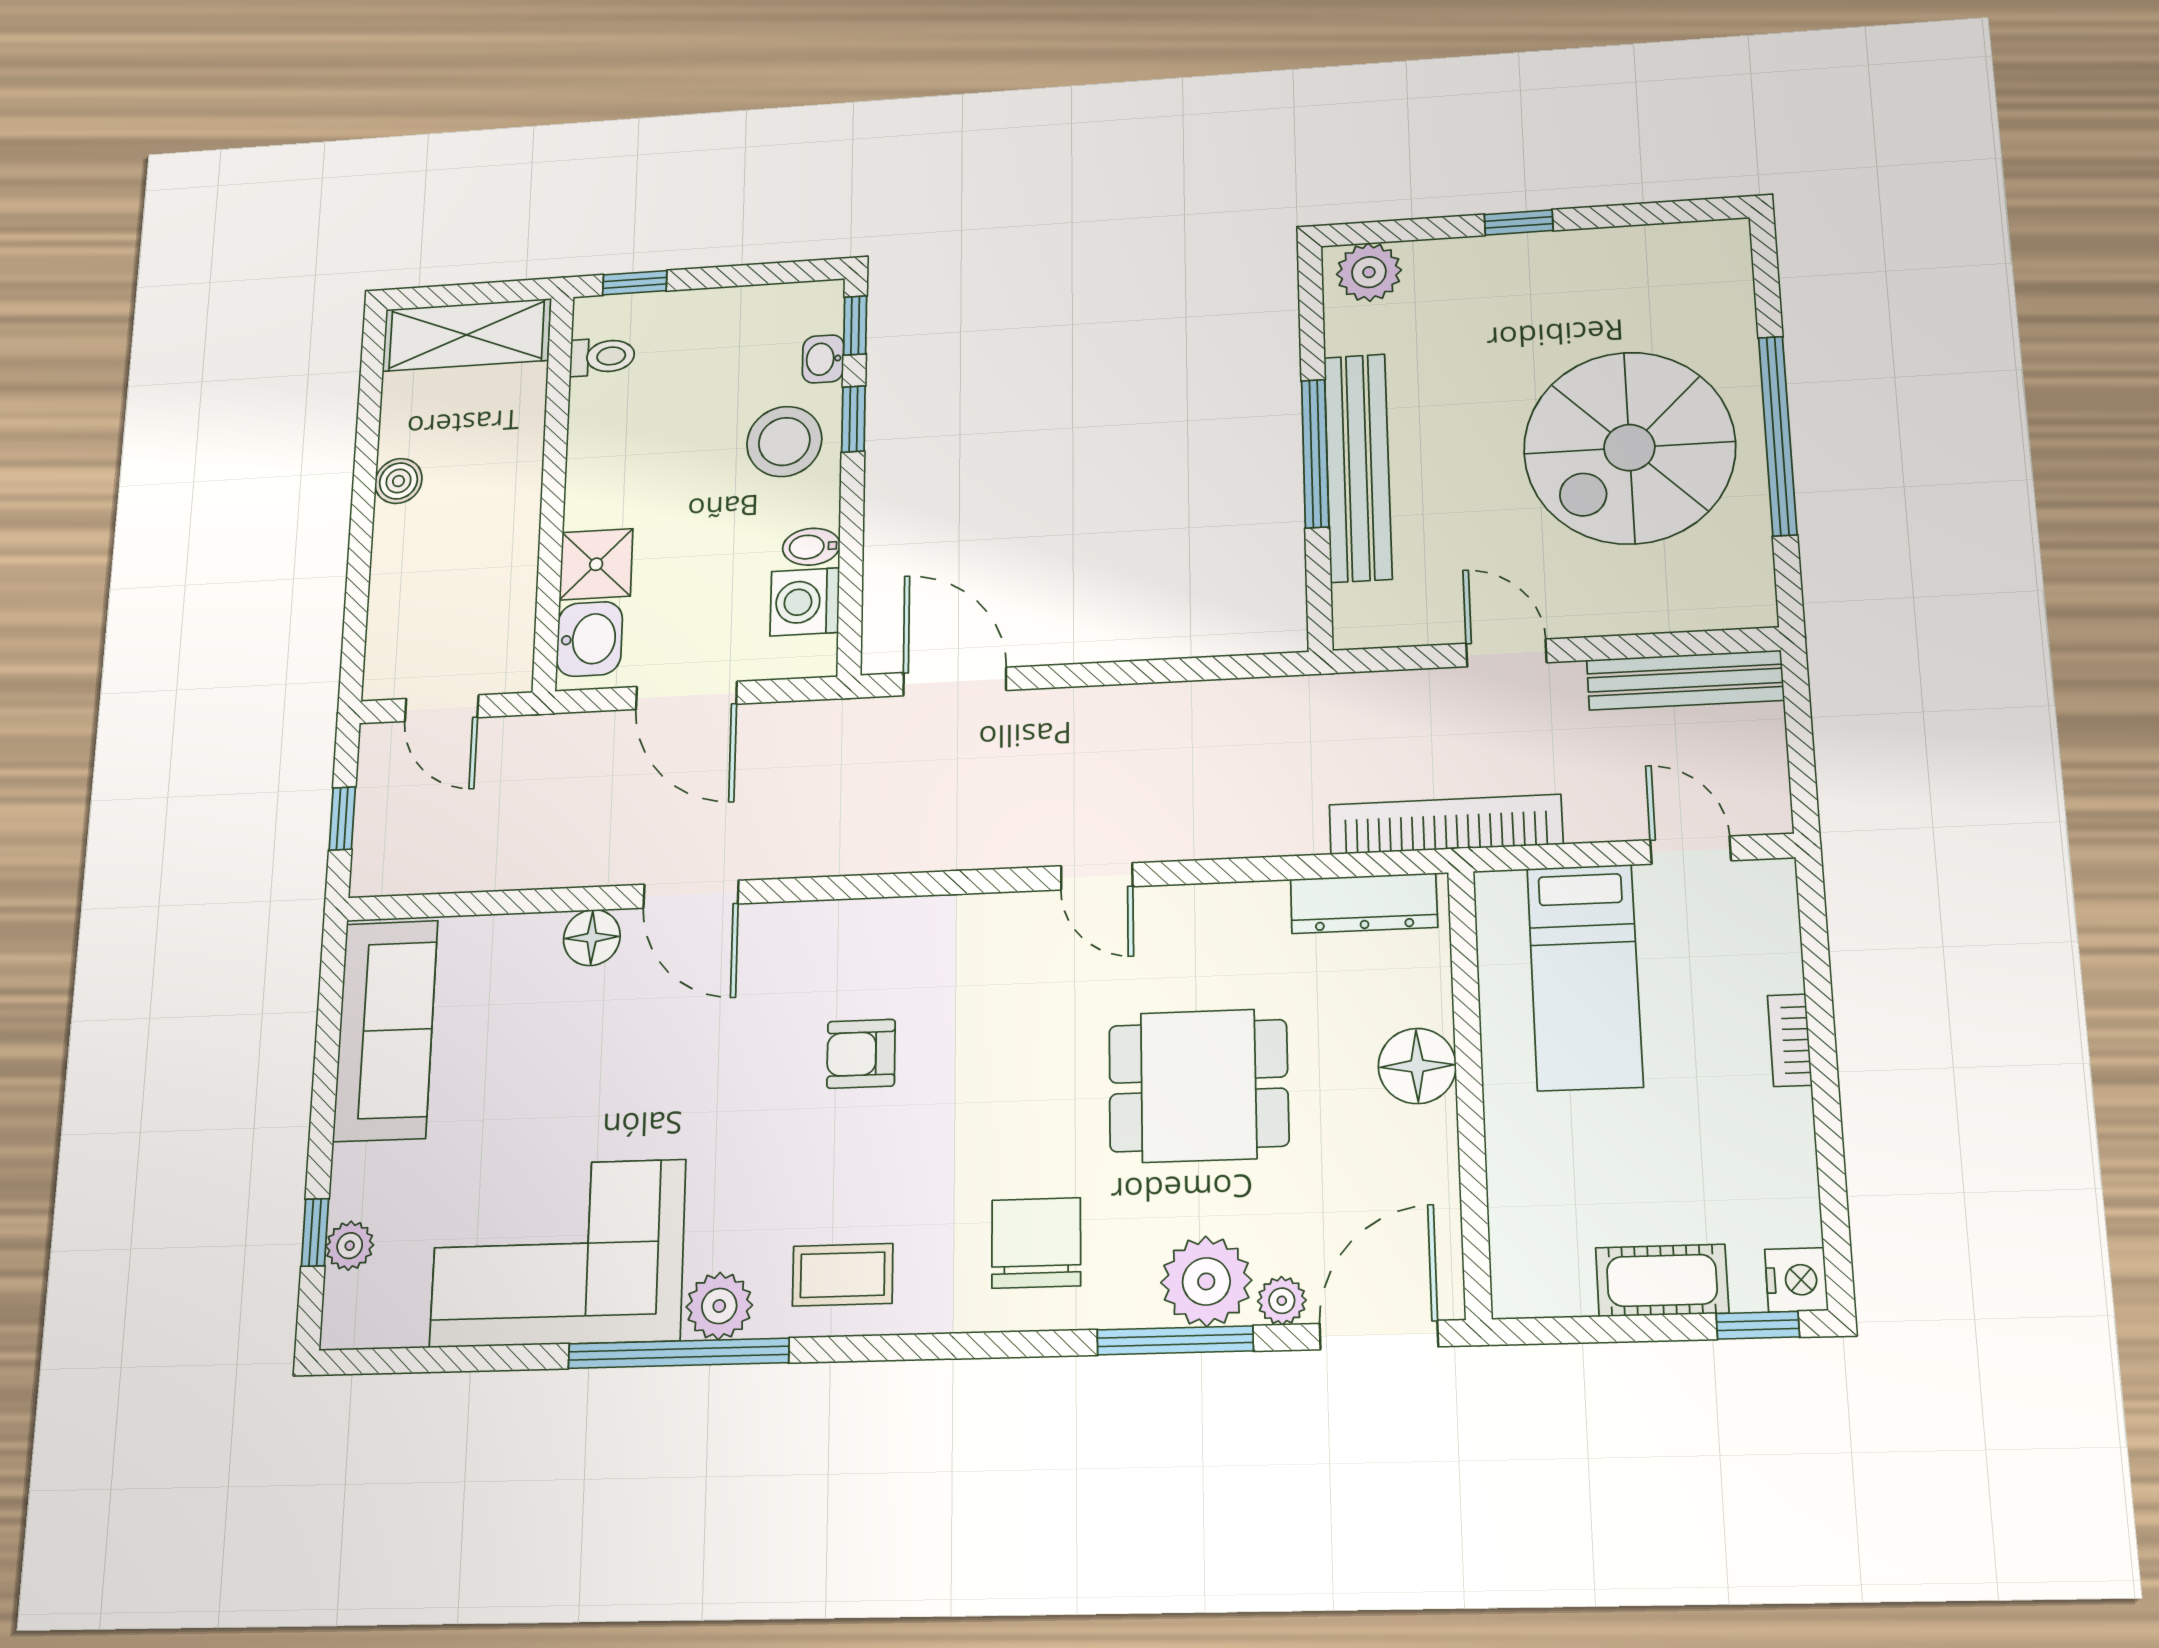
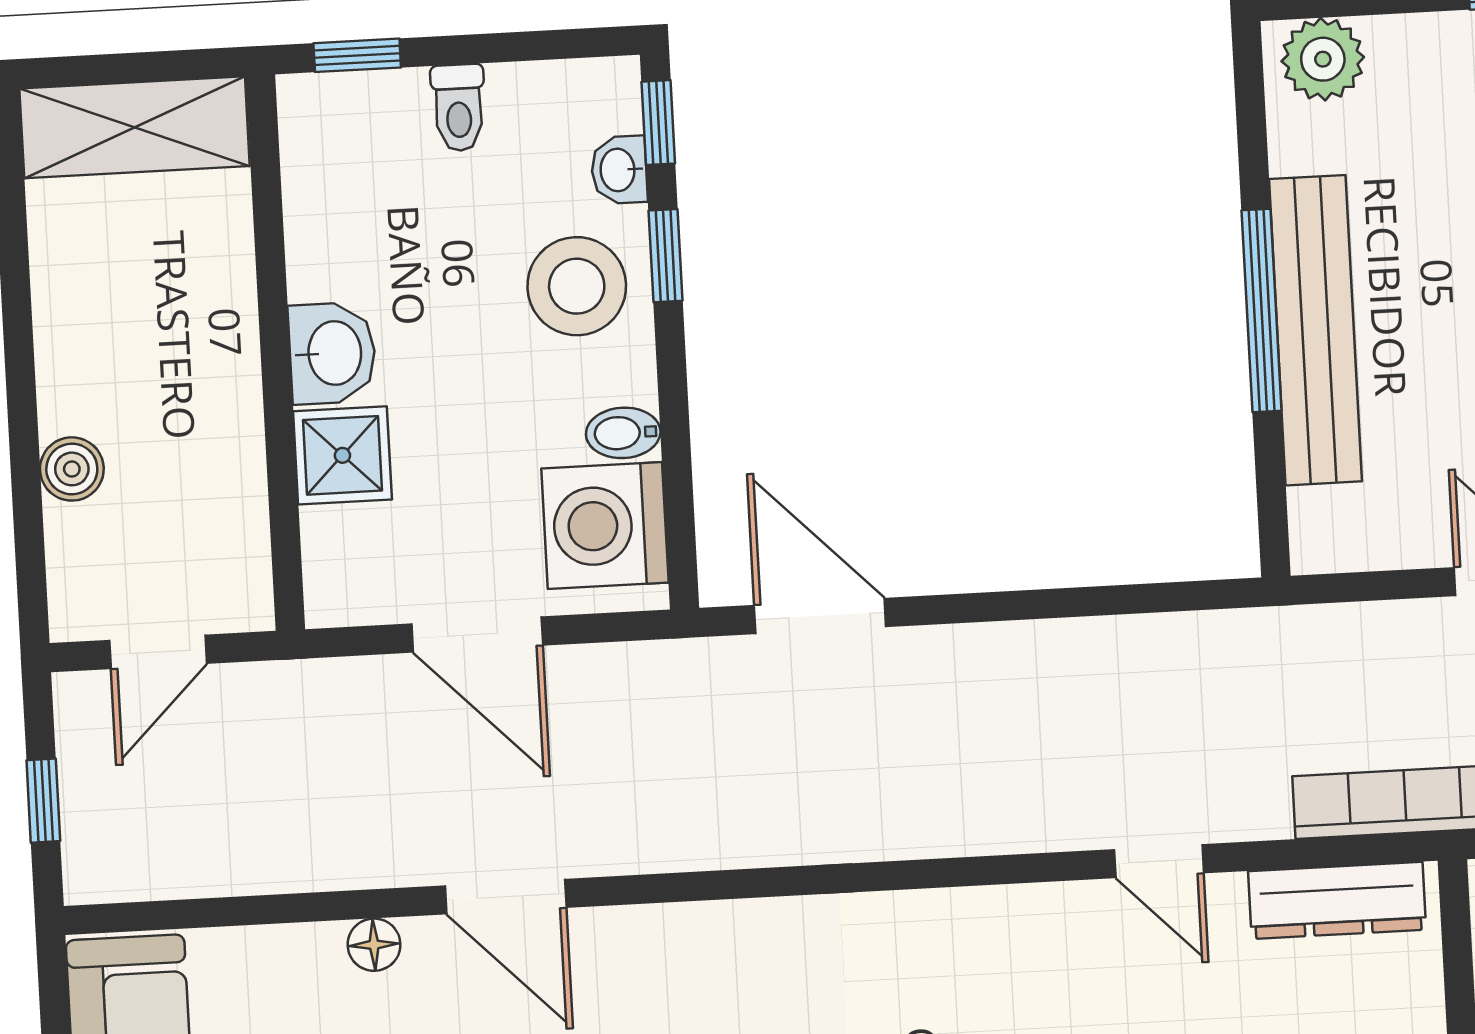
toilet: (602, 357) -> (459, 108), moved, turned 90
boiler: (398, 481) -> (72, 469), moved
washing machine: (805, 602) -> (605, 526), width x1.37, depth x1.37
washbasin: (589, 639) -> (332, 353), moved
door: (442, 708) -> (158, 652), hinge flipped
door: (1097, 876) -> (1159, 861), moved
floor lamp: (592, 938) -> (374, 945), width x0.73, depth x0.73

